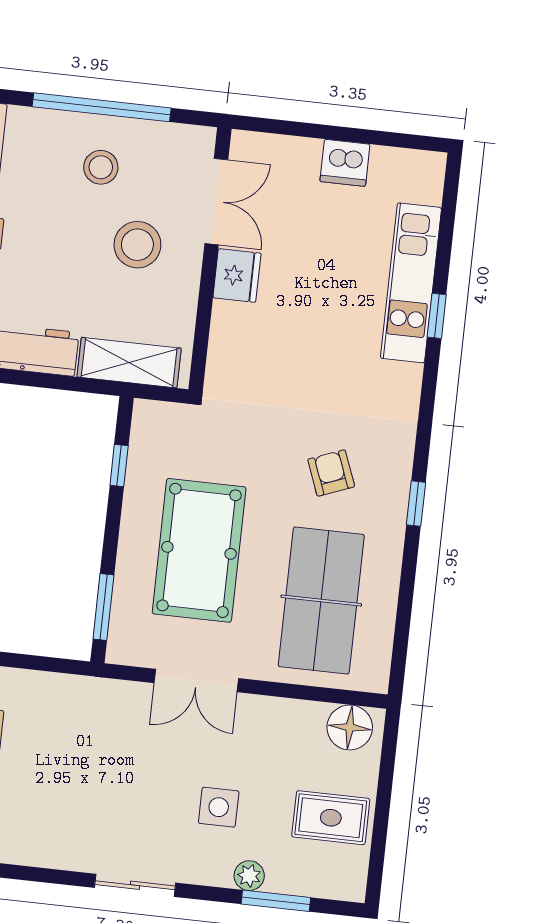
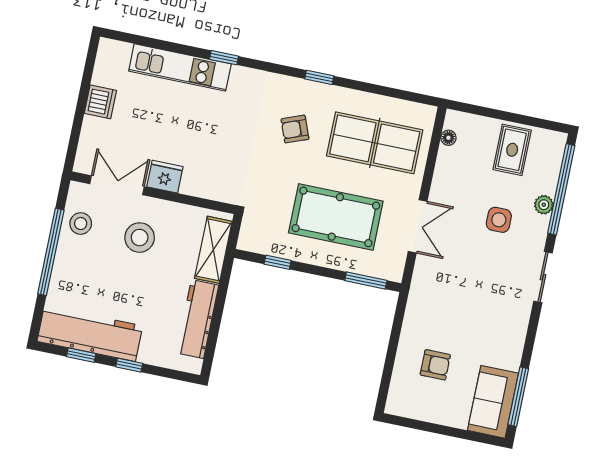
stool: (101, 167) -> (81, 223), moved
window: (437, 316) -> (224, 58), moved
floor lamp: (350, 727) -> (448, 138), width x0.53, depth x0.53
window: (276, 901) -> (561, 189), width x2.11

